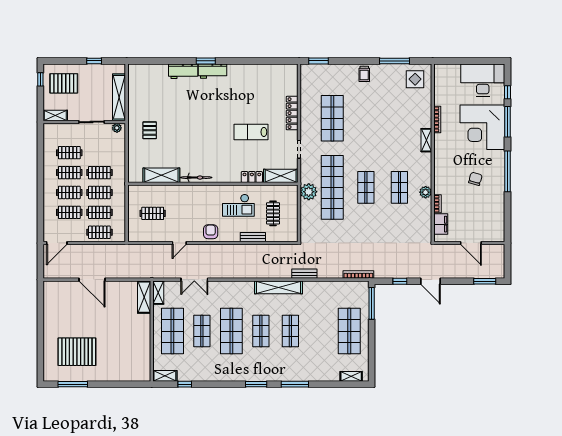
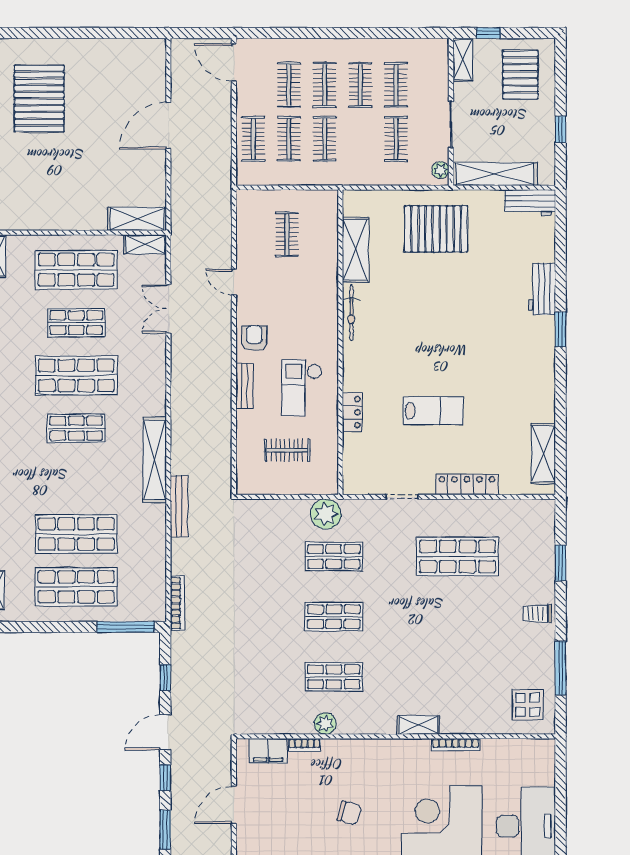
window: (318, 61) -> (561, 563), moved
workbench: (213, 71) -> (530, 203), moved, turned -90
window: (40, 79) -> (488, 33), moved
pallet: (150, 130) -> (436, 229), width x2.05, depth x2.00
lab bench: (251, 132) -> (433, 411), turned 90
clothes rail: (99, 173) -> (396, 139), moved
shelving: (281, 176) -> (543, 454), moved
shop shelf: (332, 187) -> (334, 556), width x0.50, depth x0.74
armchair: (211, 232) -> (254, 338), turned -90
bench: (253, 237) -> (244, 386), moved
bench: (304, 274) -> (179, 506), width x1.36
window: (456, 281) -> (165, 778), added
shop shelf: (290, 331) -> (76, 534), moved, width x1.43, depth x1.36

